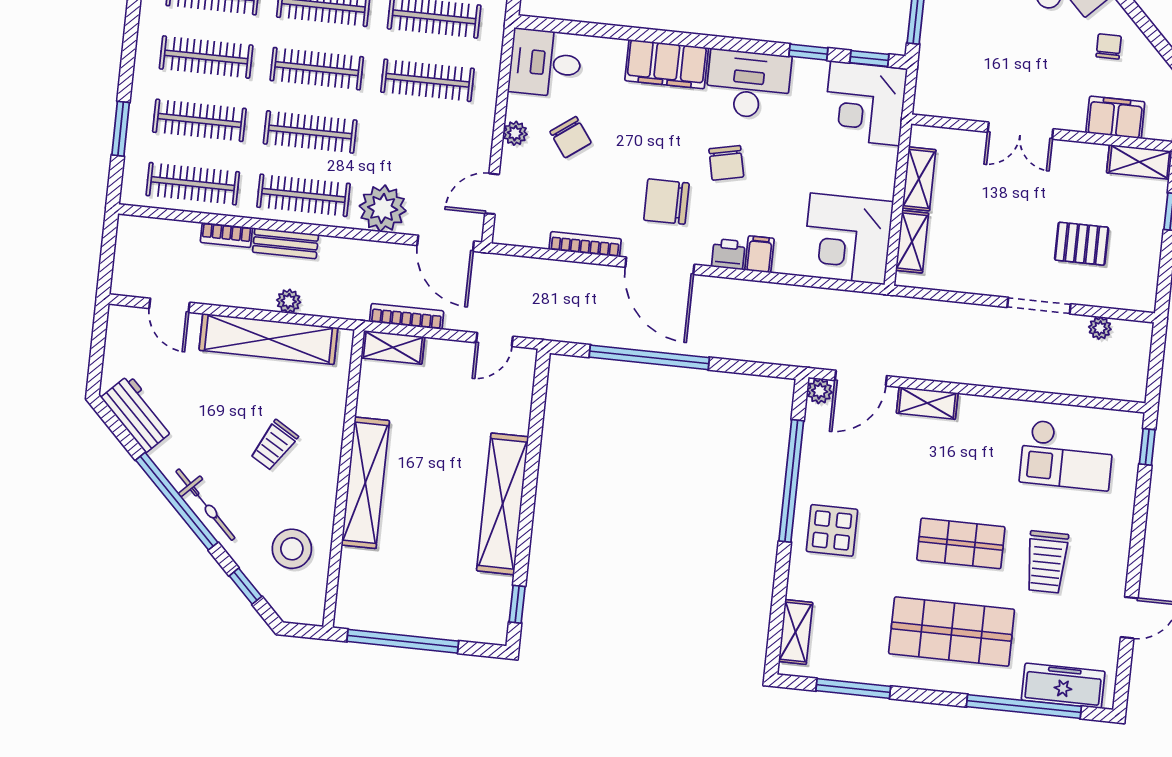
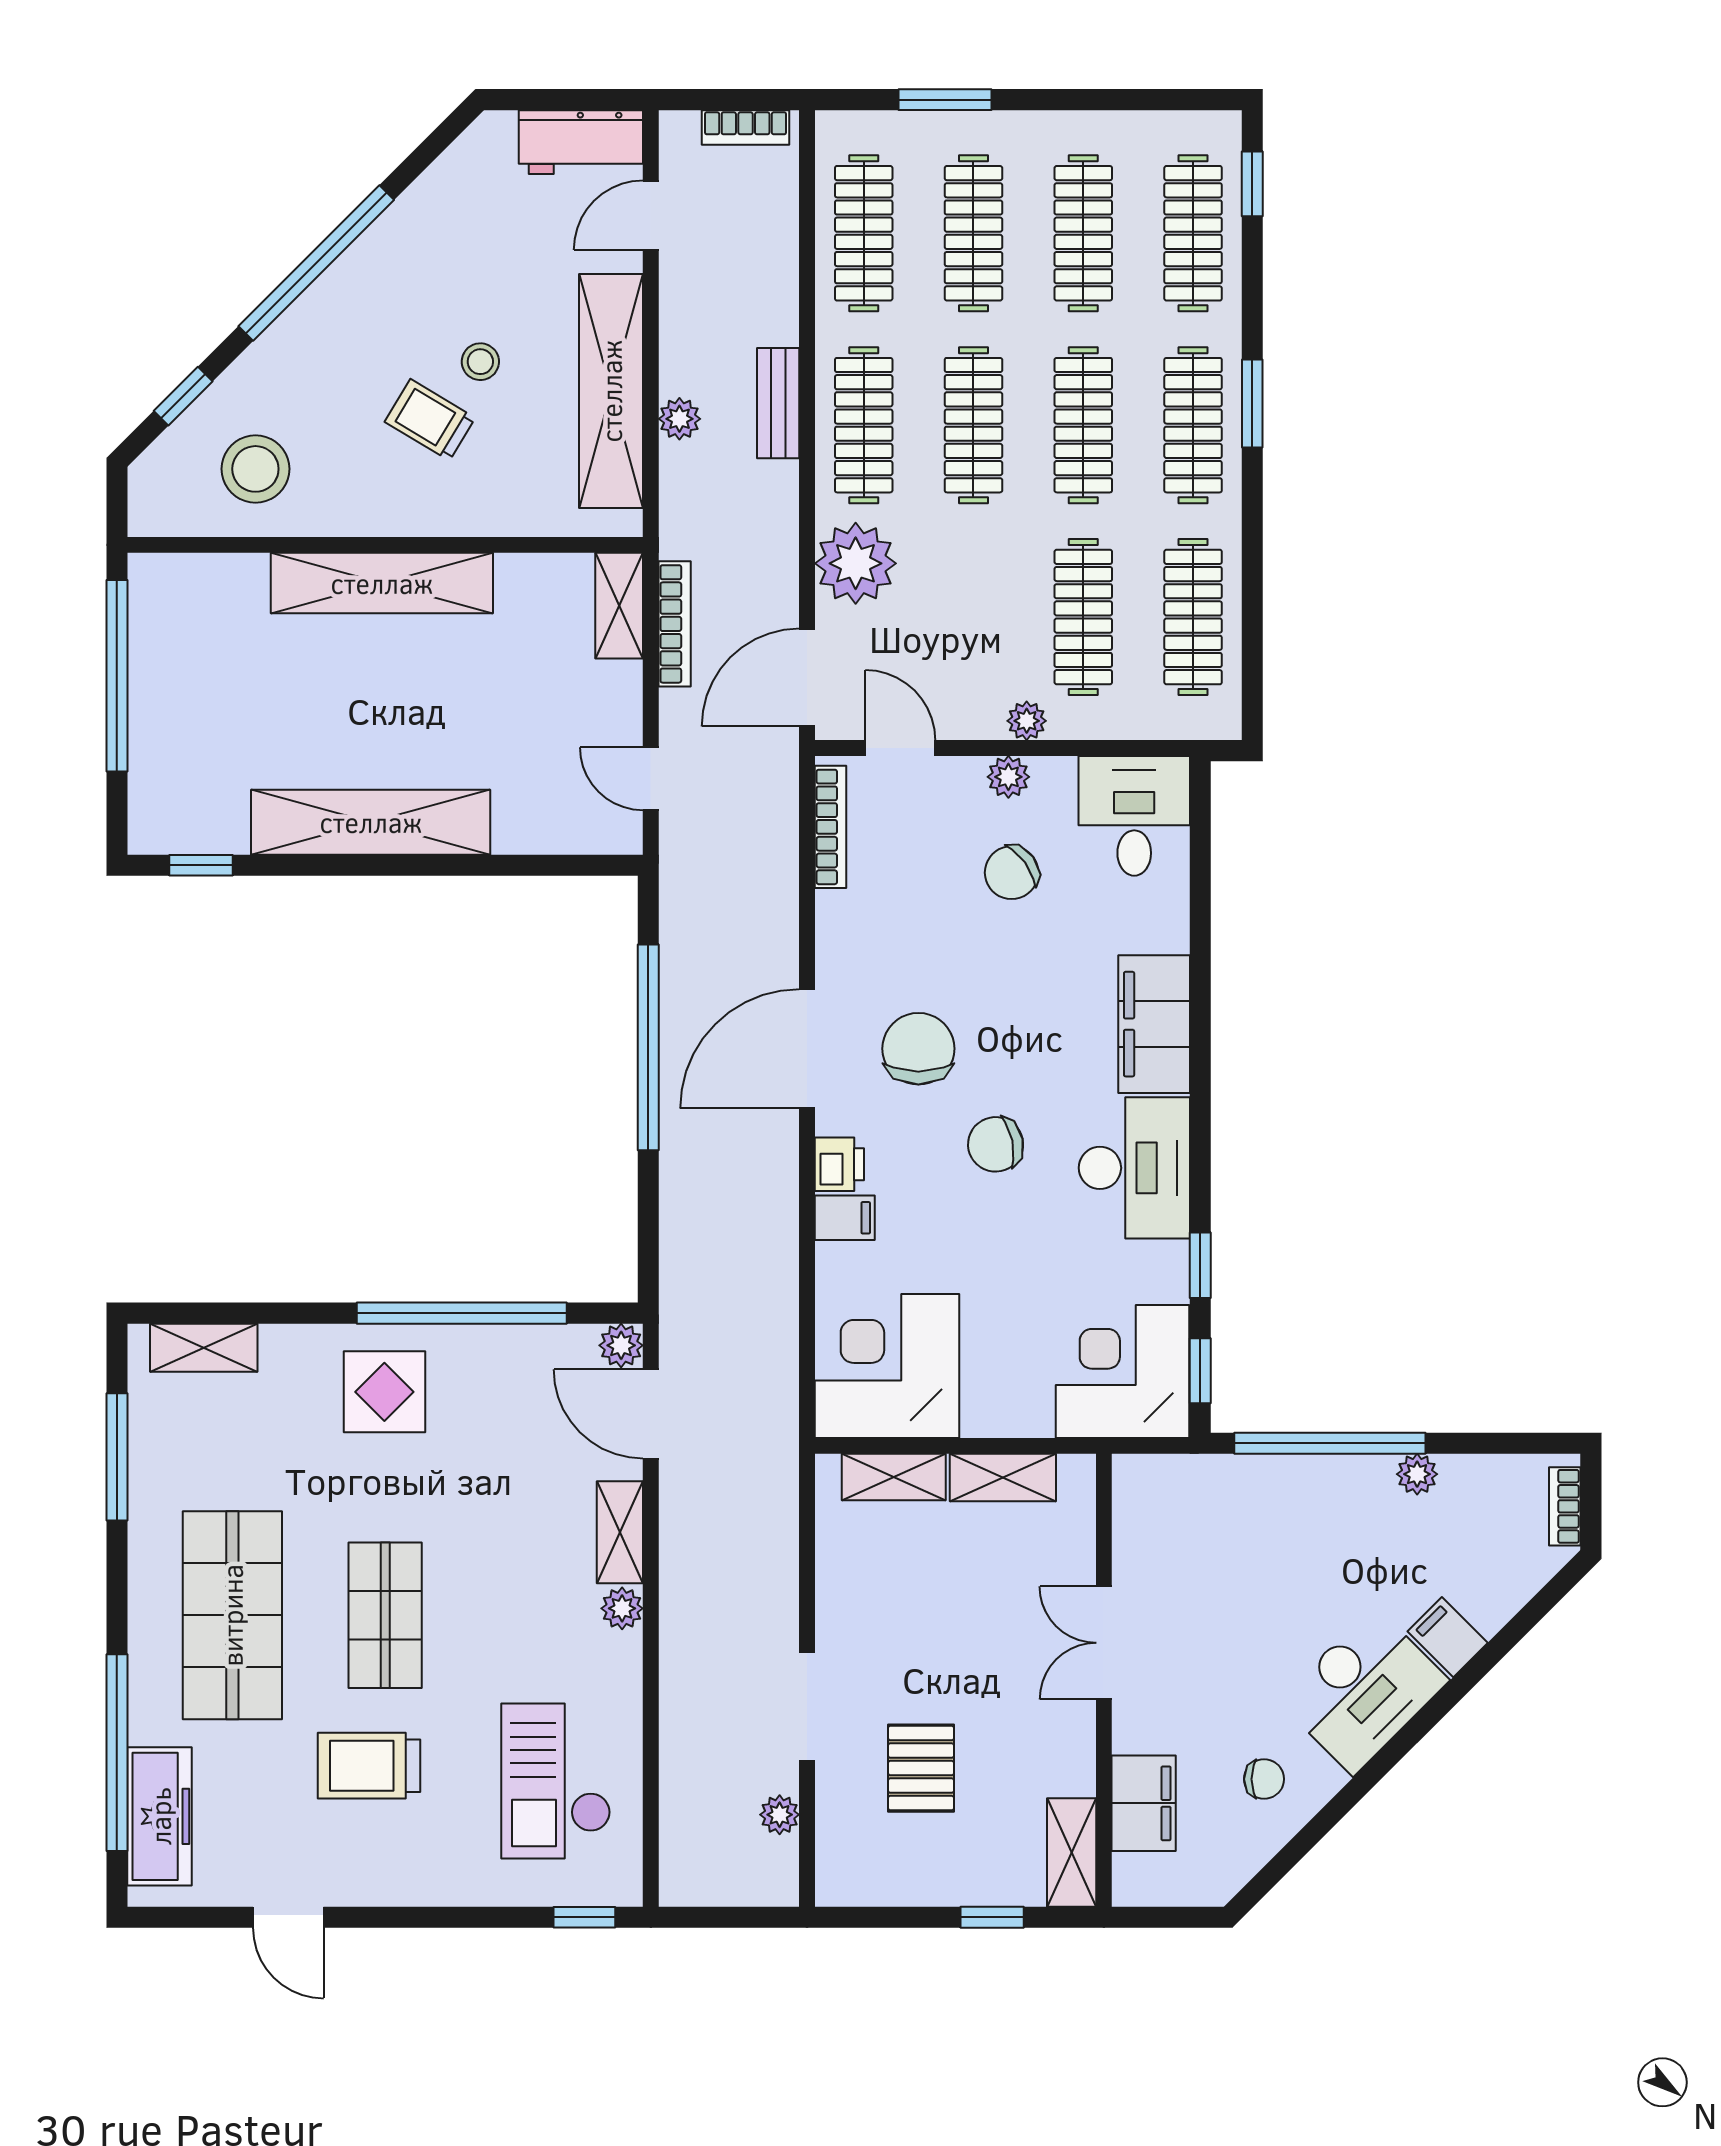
plant: (484, 119) -> (1027, 721), added
bookcase: (226, 235) -> (746, 127), moved, turned -90
bookcase: (585, 244) -> (831, 827), moved
plant: (971, 406) -> (622, 1608), added
stool: (244, 413) -> (480, 362), added
workbench: (137, 414) -> (581, 142), moved, turned 45
bicycle: (205, 505) -> (316, 313), removed

